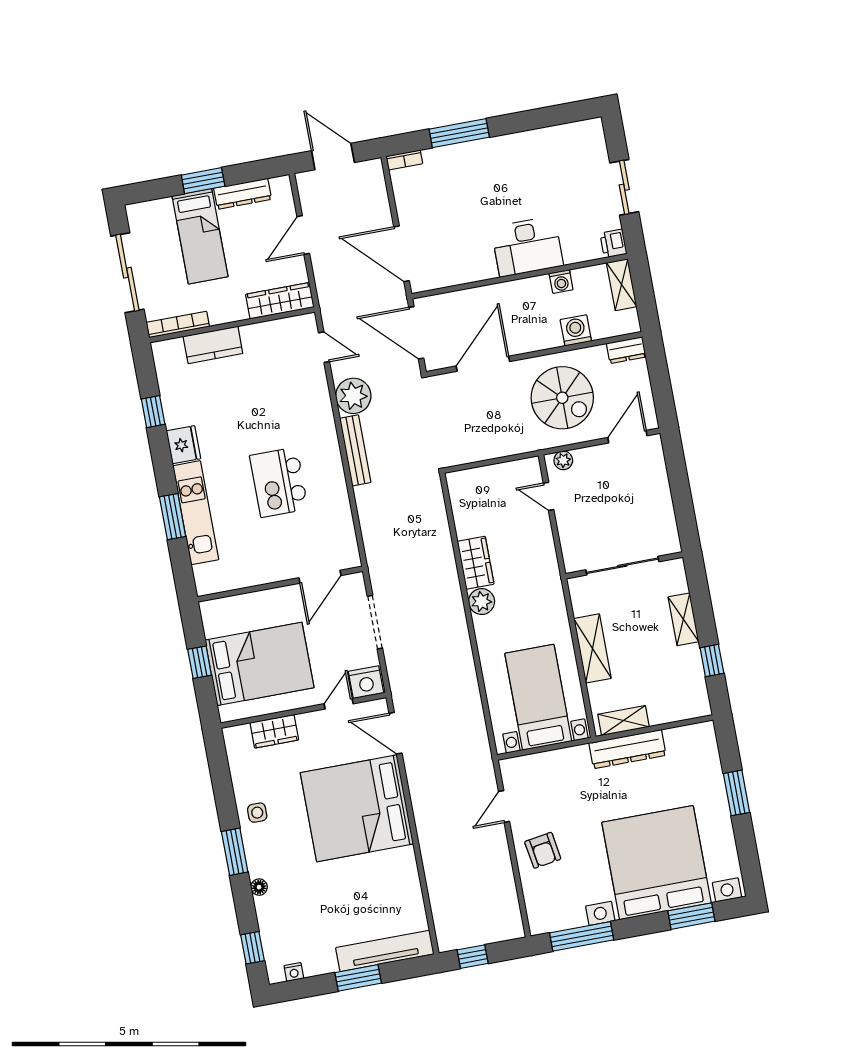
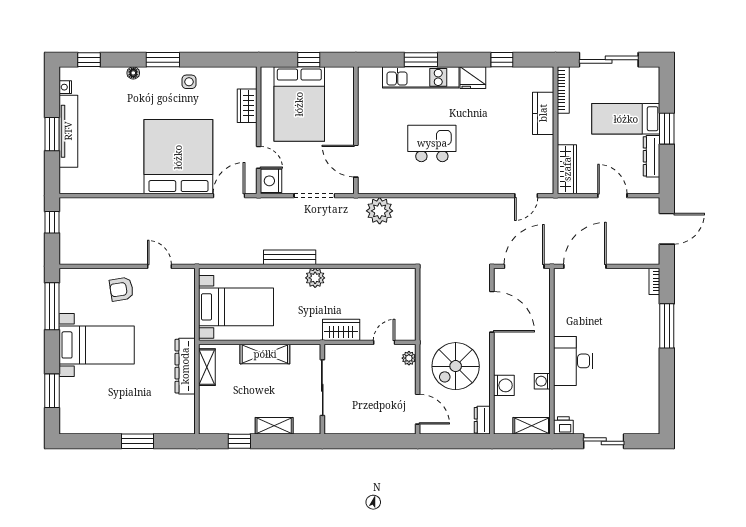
plant: (353, 396) -> (380, 211), moved
bench: (355, 450) -> (290, 257), moved
wardrobe: (476, 563) -> (341, 330), moved, turned 180
bed with nightstands: (656, 863) -> (97, 345), width x0.54
tv unit: (385, 951) -> (68, 131), moved

